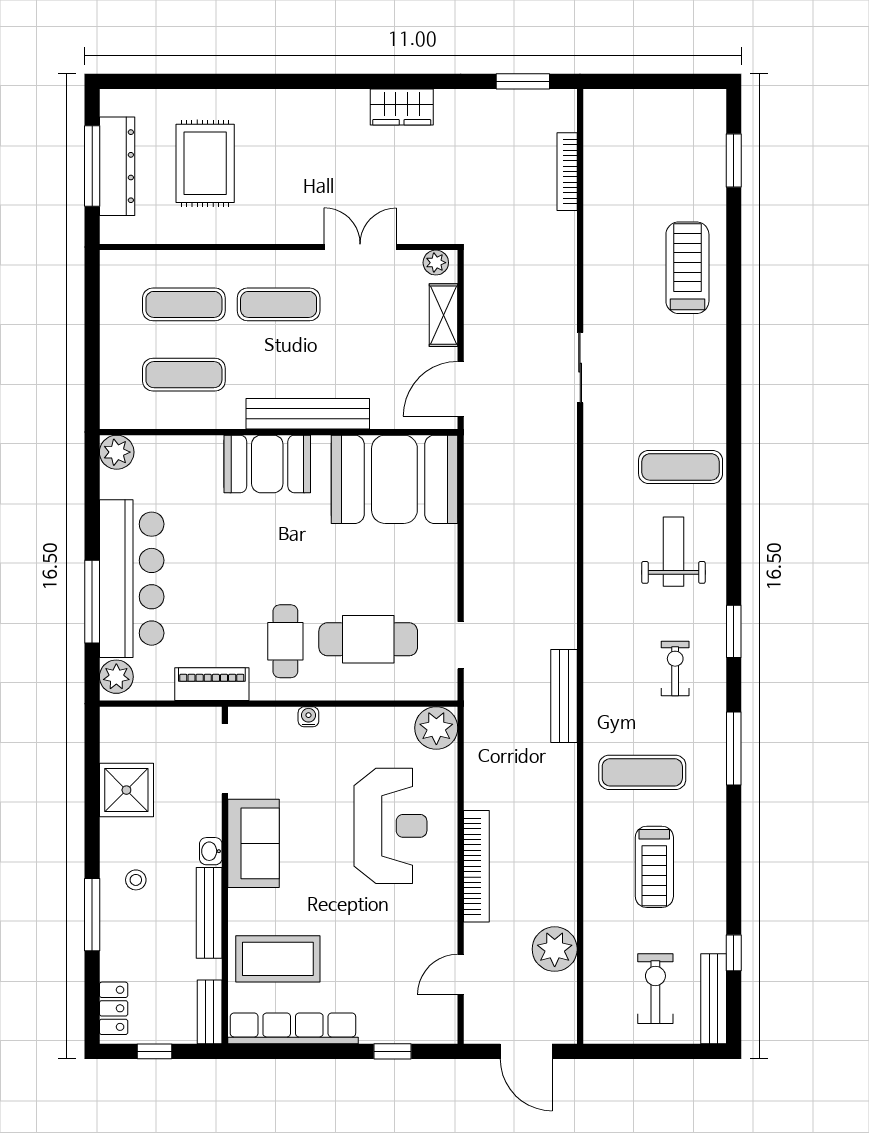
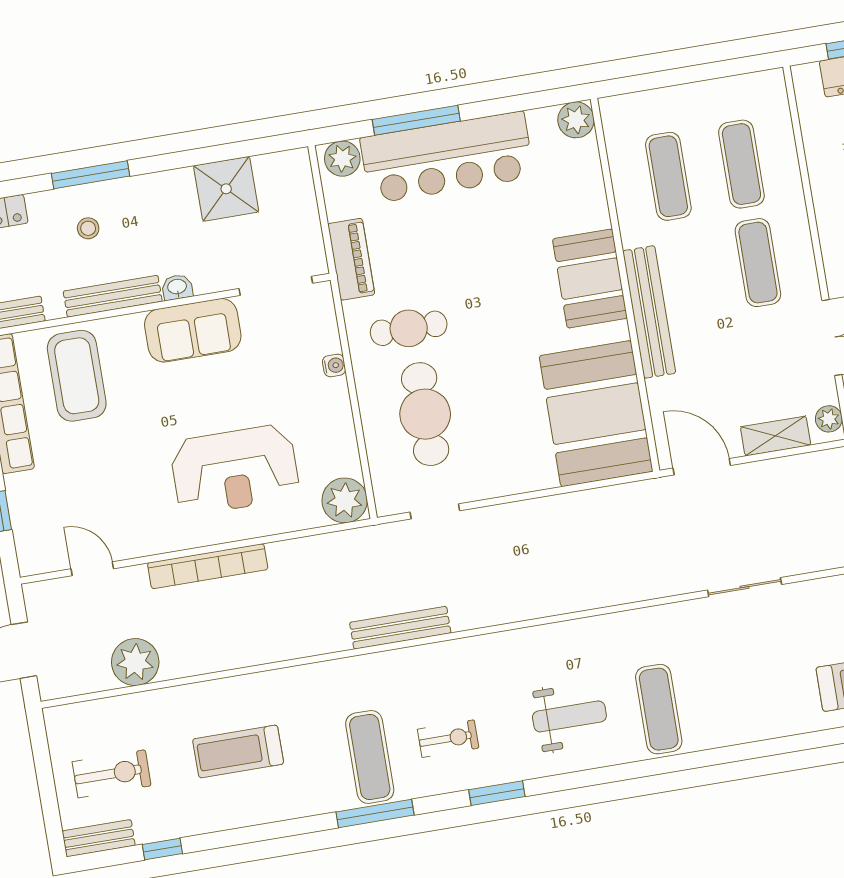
exercise mat: (642, 772) -> (370, 757), moved
stool: (136, 880) -> (88, 228), moved
bench: (714, 999) -> (99, 838), width x0.73

